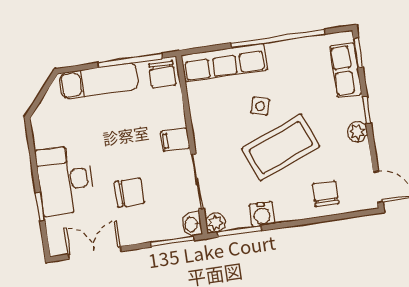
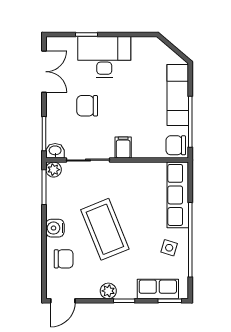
side table: (260, 106) -> (169, 248), moved
chair: (129, 193) -> (87, 106), turned 90
water cooler: (262, 214) -> (55, 228), moved

